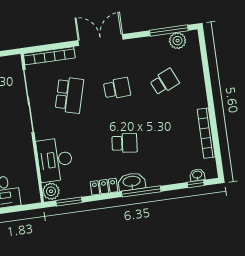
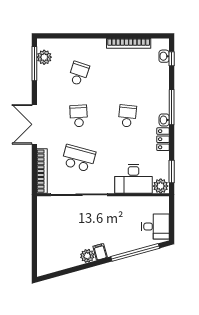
school desk: (164, 82) -> (79, 74), turned 42
washbasin: (132, 182) -> (164, 120), width x0.52, depth x0.69

